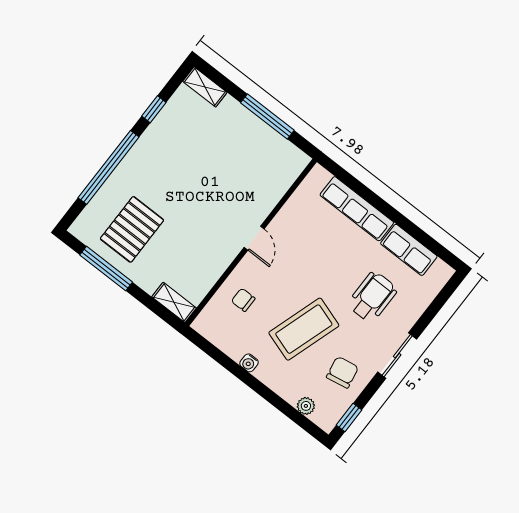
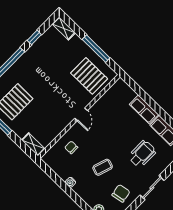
pallet: (261, 167) -> (89, 76), added
row of seats: (357, 209) -> (144, 109), width x0.68
coffee table: (304, 329) -> (103, 167), width x0.54, depth x0.58

